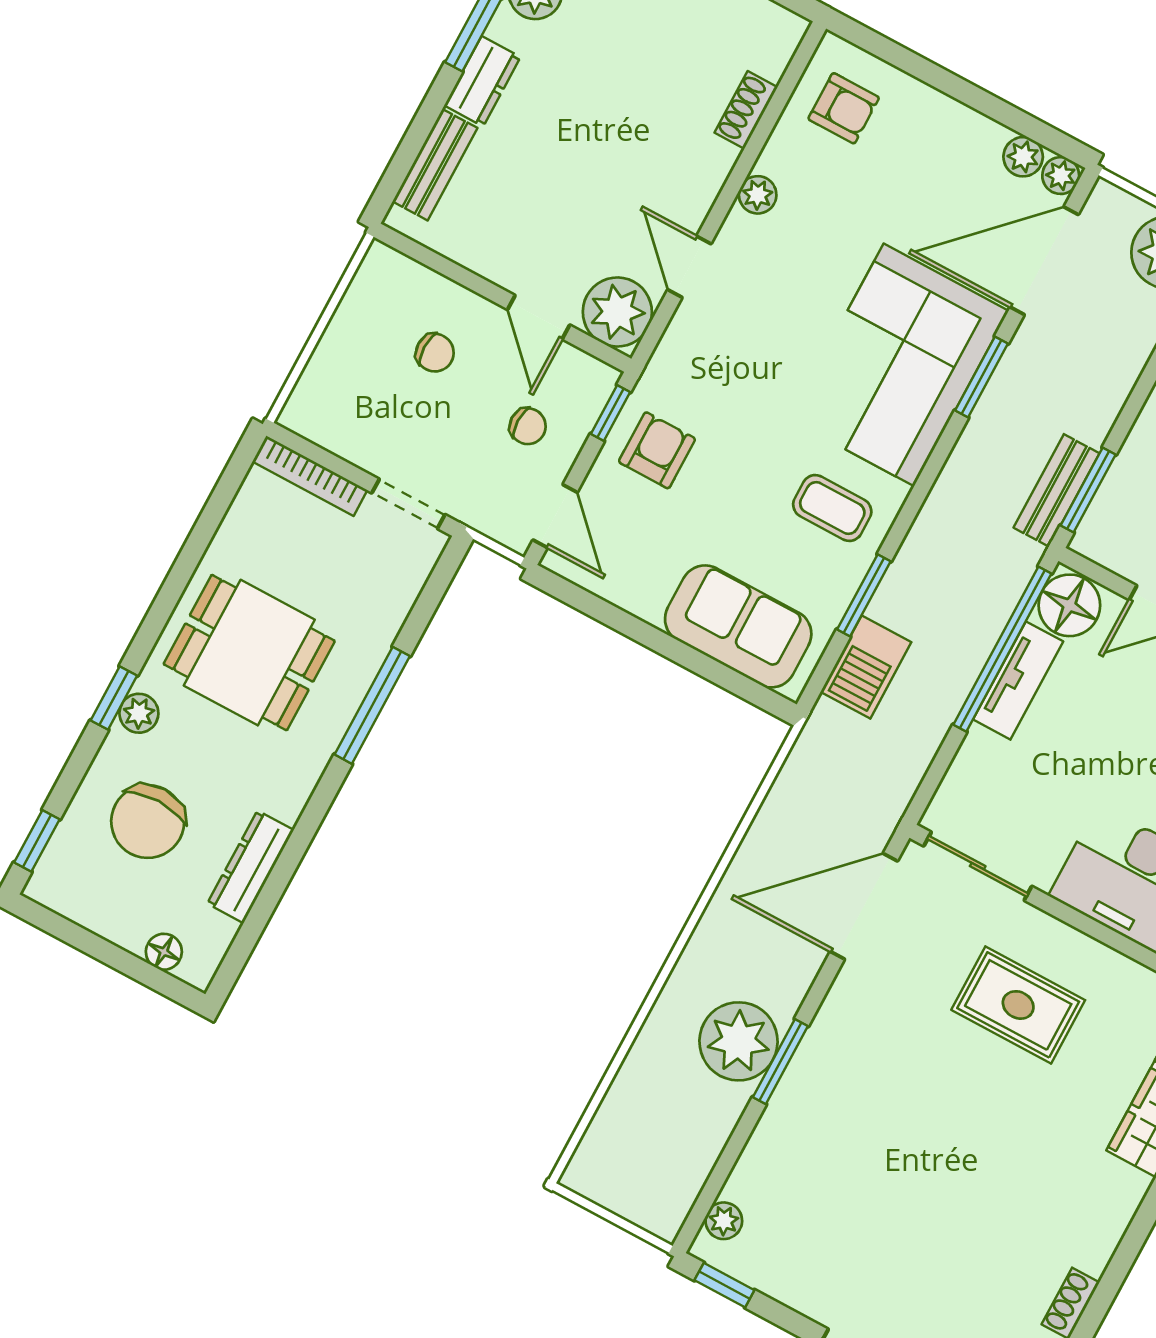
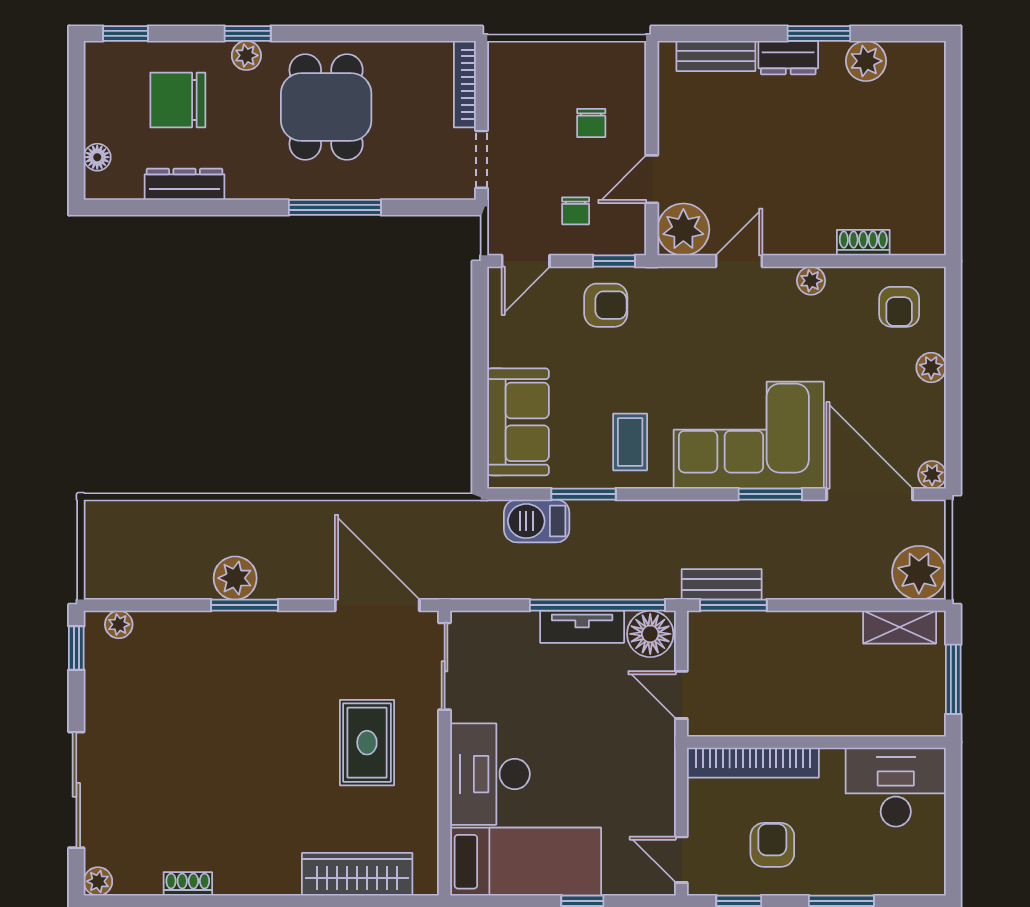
plant: (1023, 157) -> (931, 367), moved
plant: (738, 1041) -> (235, 578), width x0.73, depth x0.73

